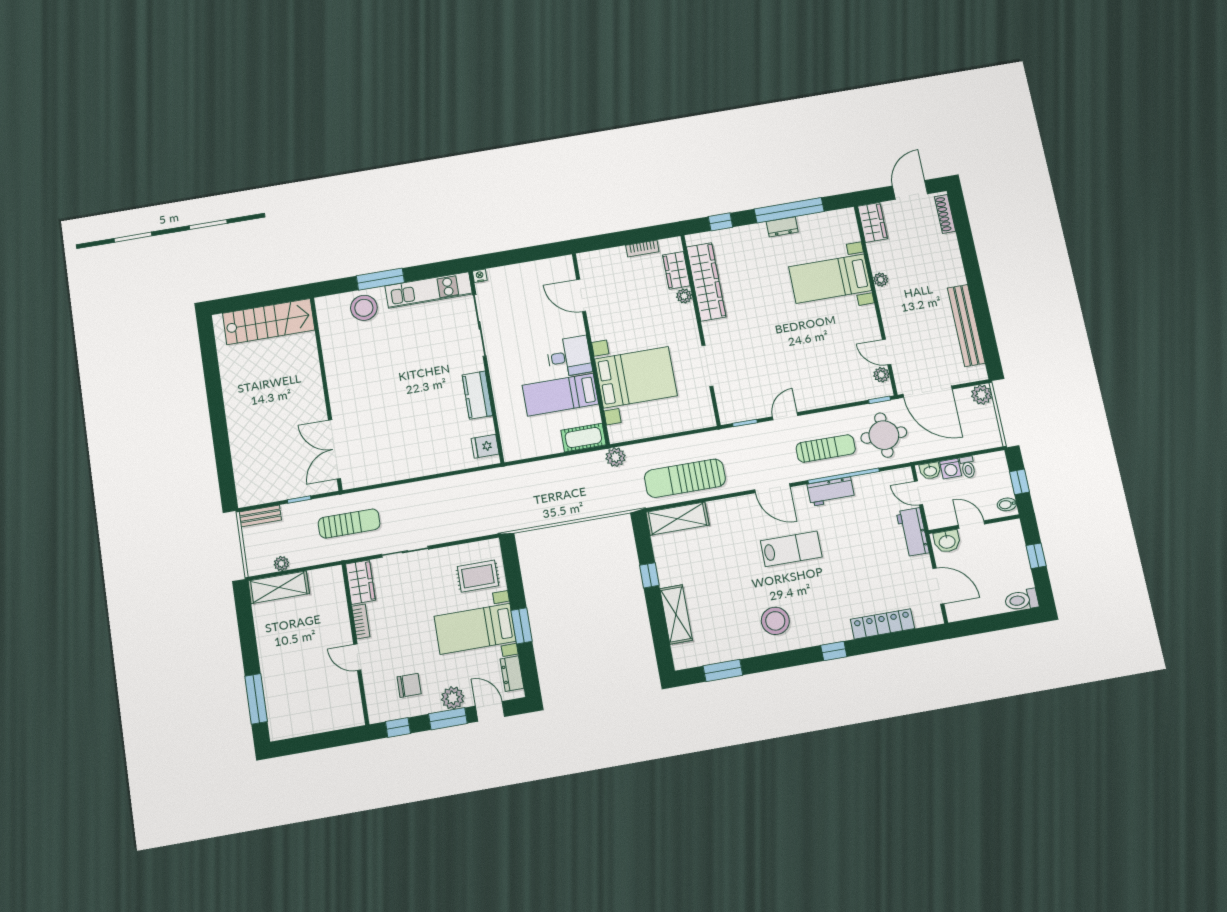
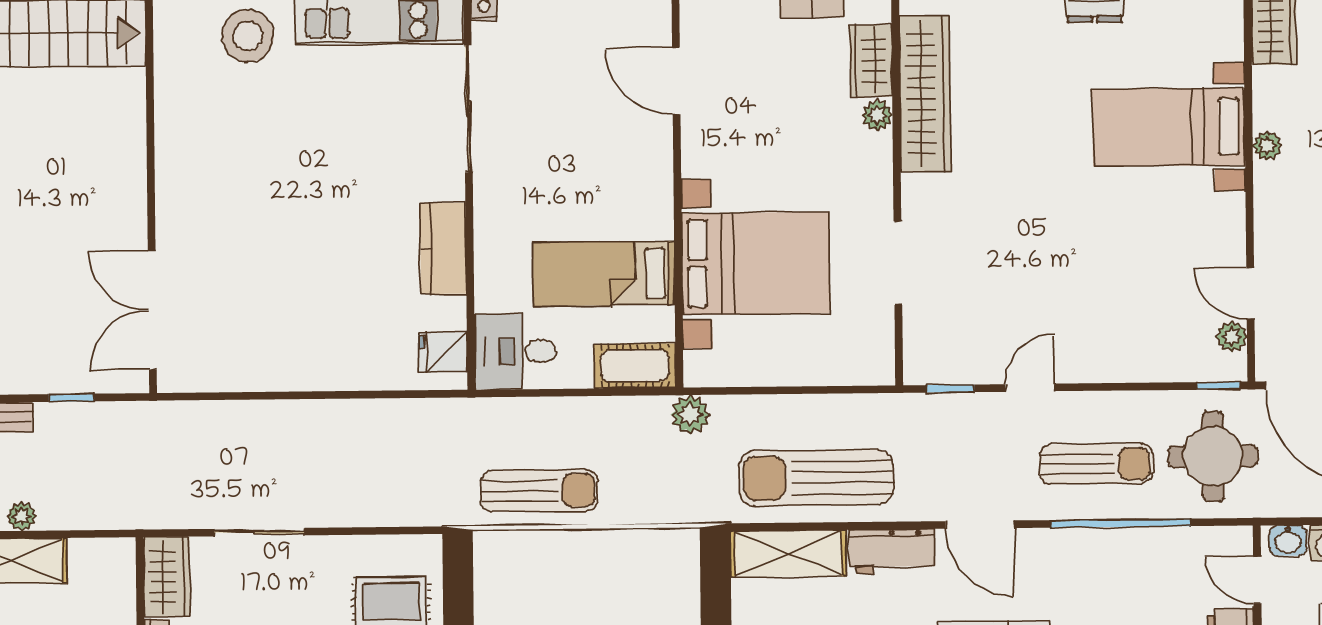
desk: (569, 357) -> (515, 351), moved, turned 180
workbench: (831, 492) -> (892, 551), moved
sun lounger: (349, 523) -> (539, 491), moved

